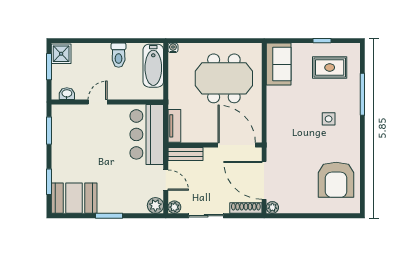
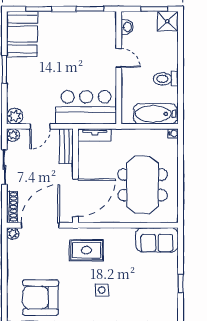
rug: (330, 67) -> (86, 250), moved, turned 90

